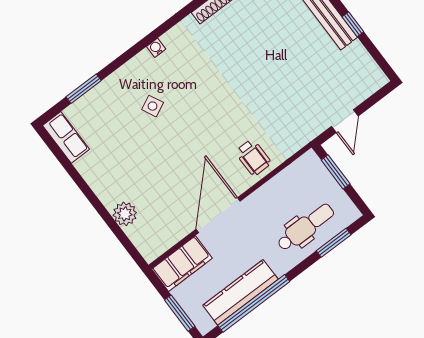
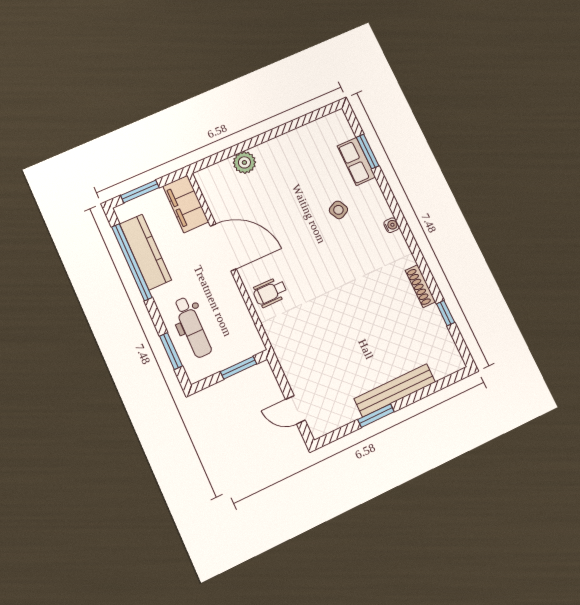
window: (353, 24) -> (376, 416), width x1.50
door: (345, 121) -> (295, 410), moved
row of seats: (66, 137) -> (356, 161), moved, turned 90

